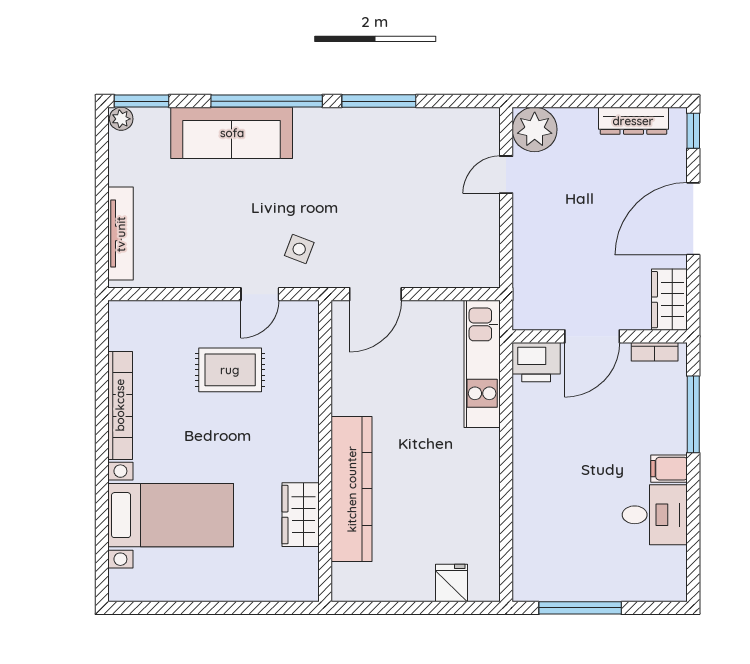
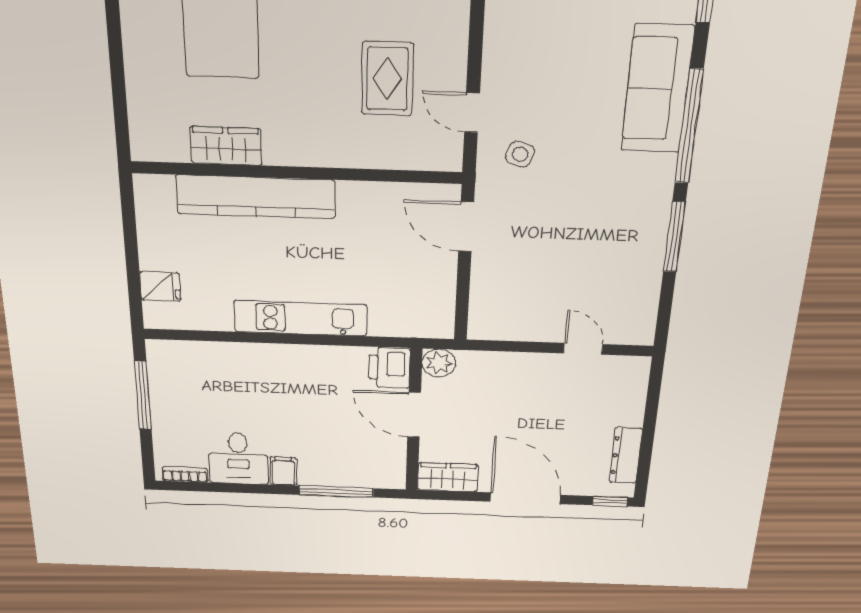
plant: (535, 129) -> (439, 363), moved, width x0.73, depth x0.73
bookcase: (655, 352) -> (185, 474), moved, turned 90
kitchen unit: (482, 364) -> (301, 318), moved

